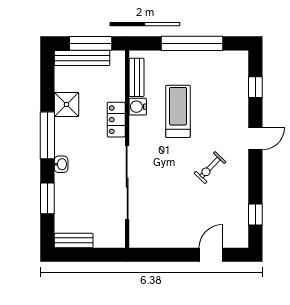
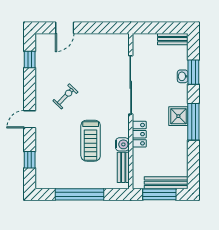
shower: (66, 104) -> (178, 116), moved
washbasin: (61, 164) -> (183, 76), moved

